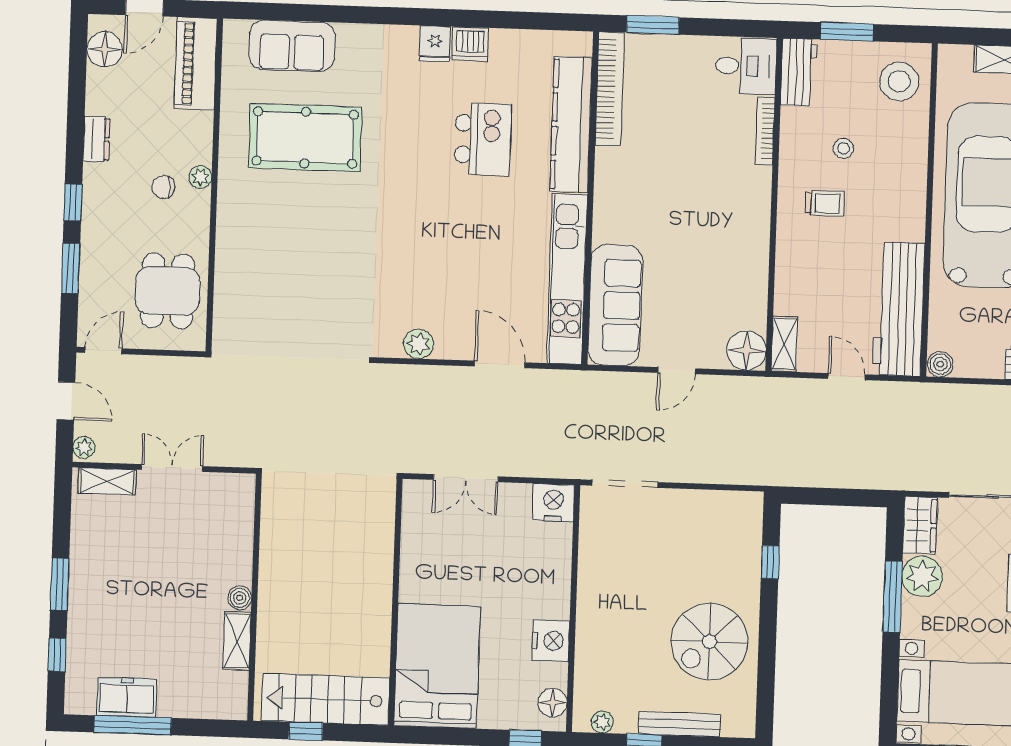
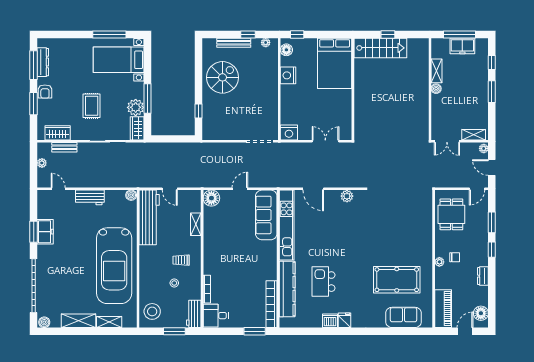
shelving: (784, 344) -> (196, 224), moved
wall: (255, 597) -> (430, 89), moved
boiler: (240, 598) -> (436, 89), moved
shelving: (237, 641) -> (437, 71), moved

